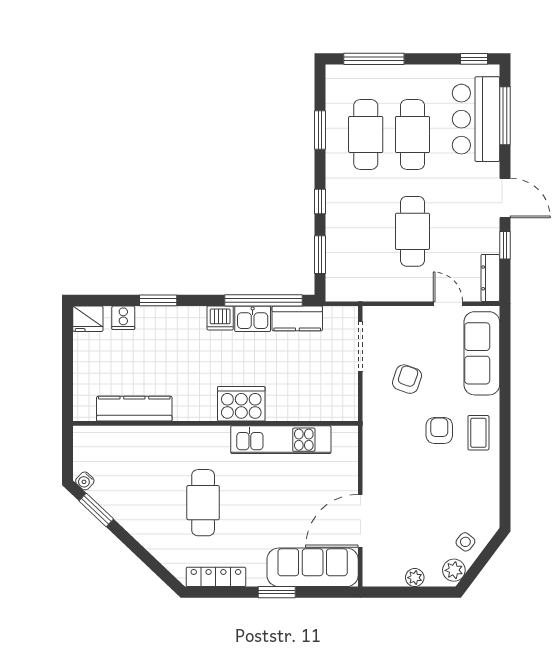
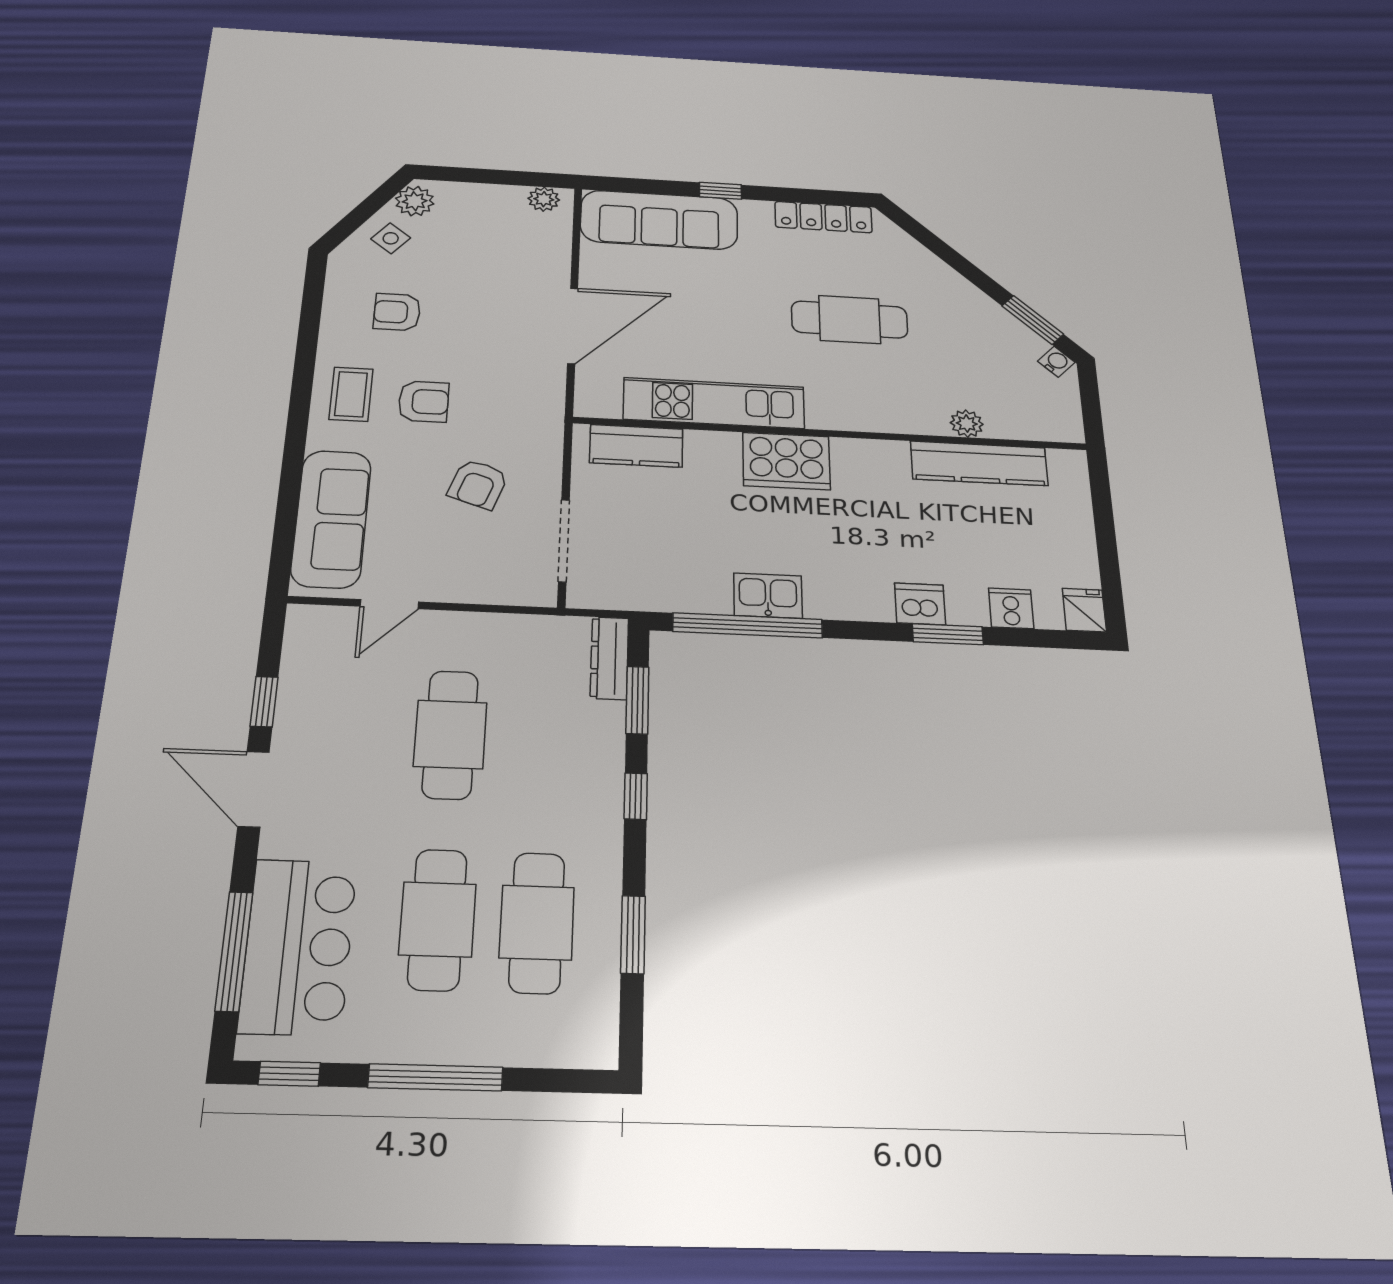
window: (374, 59) -> (436, 1077), moved
dresser: (490, 278) -> (609, 658), moved, turned 180
door: (448, 304) -> (389, 604), hinge flipped
dishwasher: (220, 318) -> (920, 604), moved
kitchen counter: (297, 318) -> (636, 446), moved, turned 180
fridge: (88, 319) -> (1084, 610), width x0.72
armchair: (439, 430) -> (423, 402), turned -90
plant: (140, 435) -> (967, 424), added
armchair: (458, 490) -> (397, 312), added
cafe table: (203, 503) -> (850, 320), turned 90
door: (360, 521) -> (573, 326), moved
plant: (415, 578) -> (544, 199), moved
window: (277, 592) -> (720, 191), width x0.67

